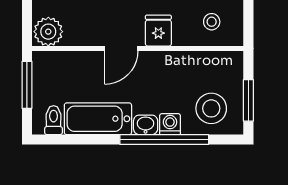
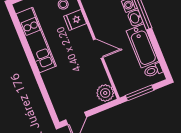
fridge: (158, 31) -> (75, 20), moved

